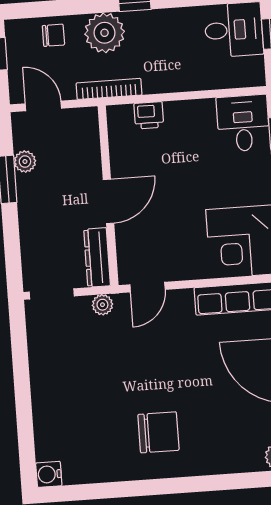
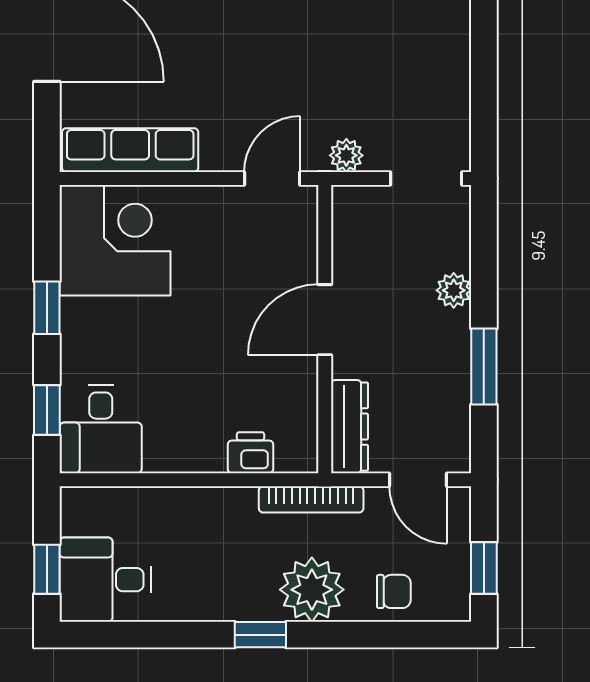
chair: (53, 35) -> (394, 591), turned 180
plant: (25, 162) -> (454, 290), moved
dresser: (97, 257) -> (349, 427), moved

